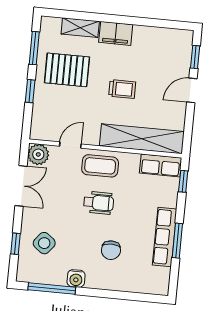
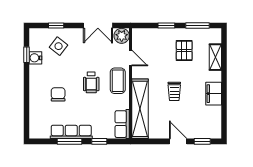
filing cabinet: (116, 33) -> (214, 94), moved
pallet: (67, 70) -> (184, 50), width x0.67, depth x0.71
window: (183, 181) -> (99, 141), moved
chair: (111, 250) -> (58, 94), turned 90
water cooler: (76, 278) -> (35, 58), moved
window: (52, 288) -> (27, 55), width x0.46

